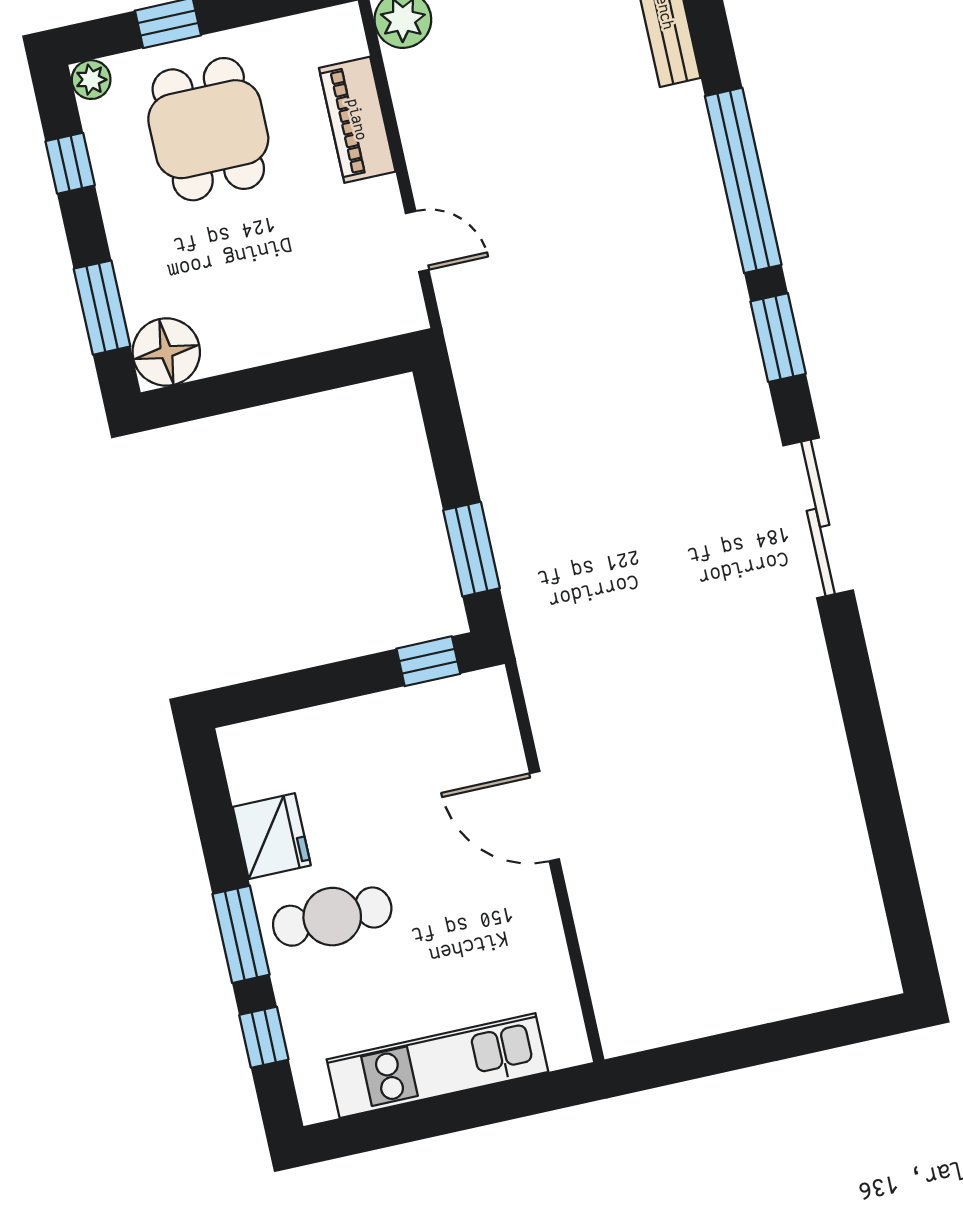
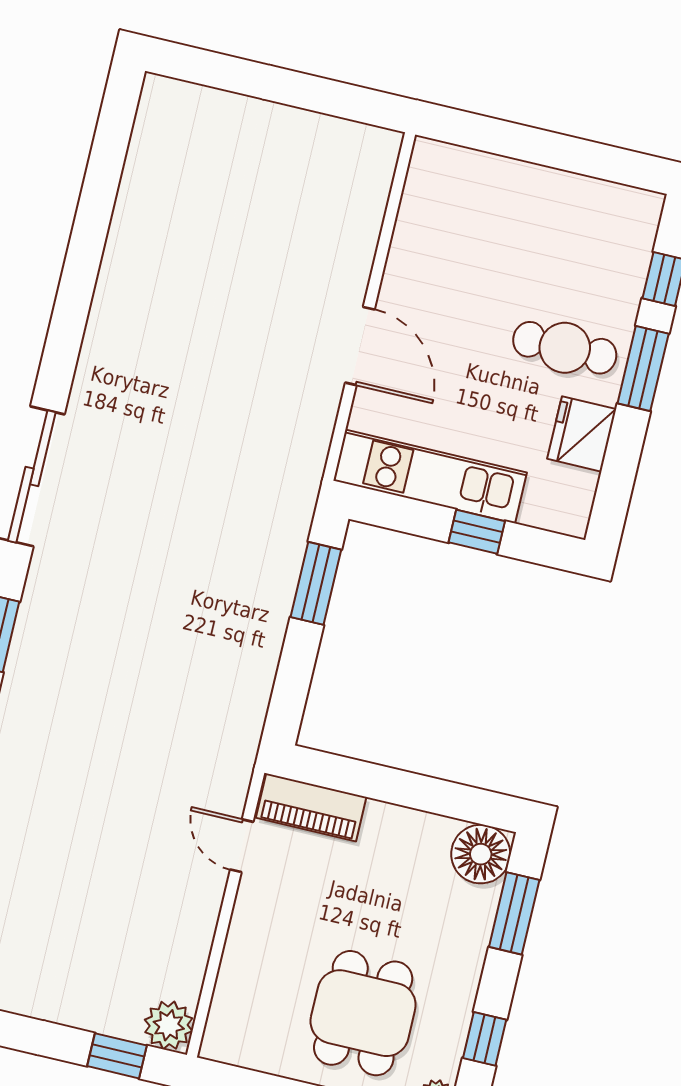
piano: (357, 120) -> (311, 807), moved, turned 90
window: (428, 661) -> (477, 532), moved
kitchen unit: (437, 1066) -> (430, 476), moved, turned 180

